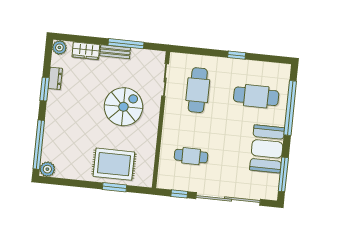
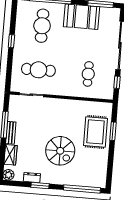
spiral stairs: (123, 107) -> (60, 151), moved, turned 180
plant: (47, 169) -> (100, 182), removed

